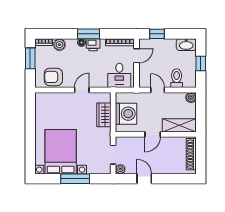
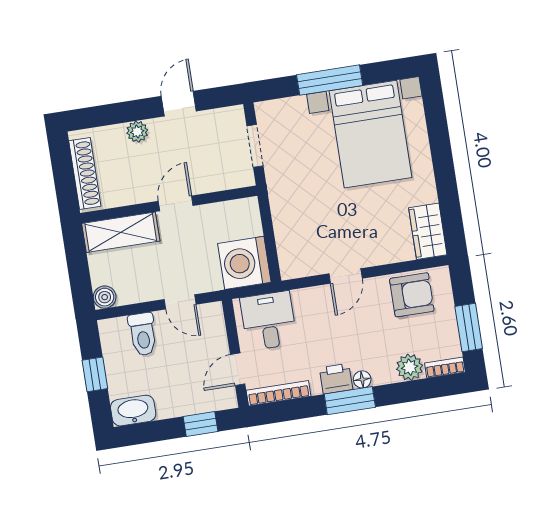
washing machine: (126, 114) -> (244, 263), moved
wardrobe: (104, 115) -> (428, 231), moved, turned 180
plant: (120, 169) -> (137, 132), moved
door: (144, 179) -> (179, 104), swing flipped

